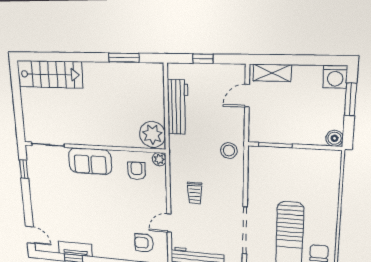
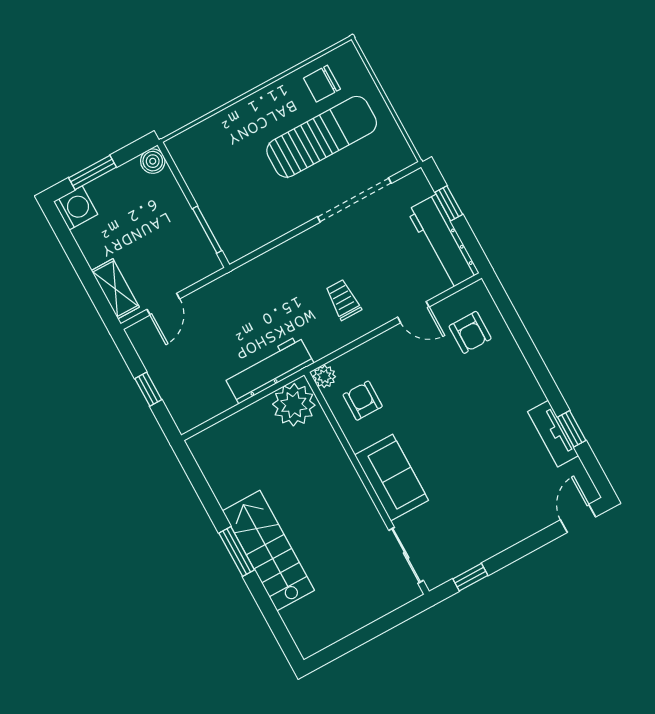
window: (124, 58) -> (237, 551), moved
stairs: (50, 74) -> (268, 551), moved
door: (247, 96) -> (163, 304), hinge flipped
workbench: (178, 107) -> (269, 369), moved
stool: (229, 151) -> (252, 286), removed
armchair: (137, 171) -> (363, 401), turned 90
trolley: (195, 193) -> (343, 300), turned -90

